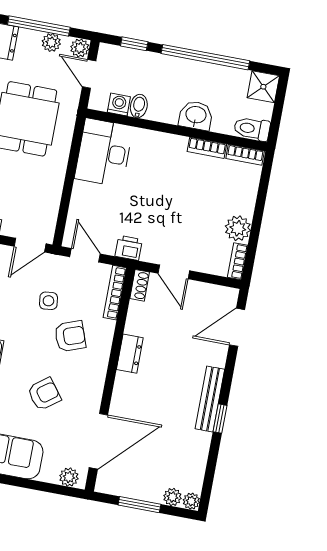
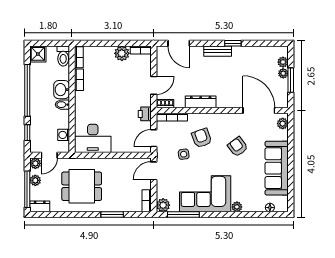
bidet: (139, 106) -> (62, 105), moved
door: (30, 245) -> (154, 171), swing flipped
dresser: (130, 354) -> (201, 102), width x1.44
bench: (210, 399) -> (218, 51), width x0.73
plant: (191, 501) -> (283, 73), moved

